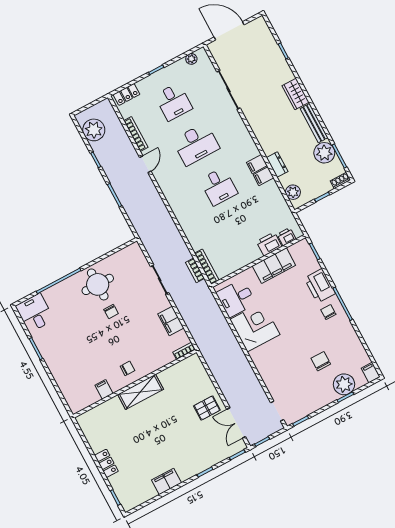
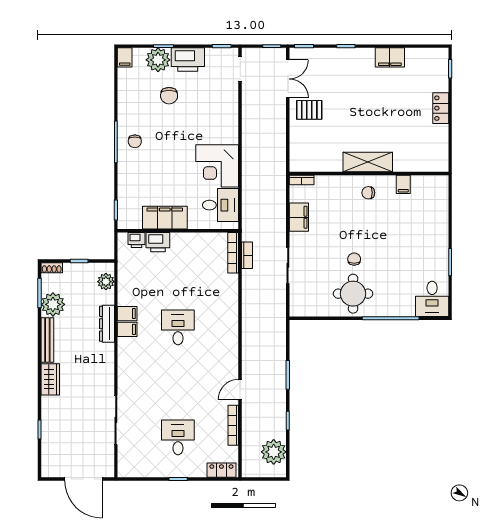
plant: (191, 59) -> (137, 471), removed
desk: (196, 144) -> (178, 382), removed
dresser: (277, 165) -> (107, 324), width x1.44
printer: (320, 286) -> (188, 60), moved, turned 90

